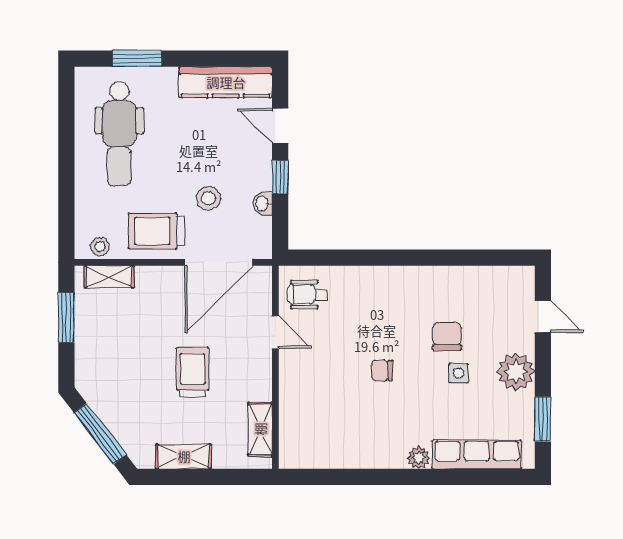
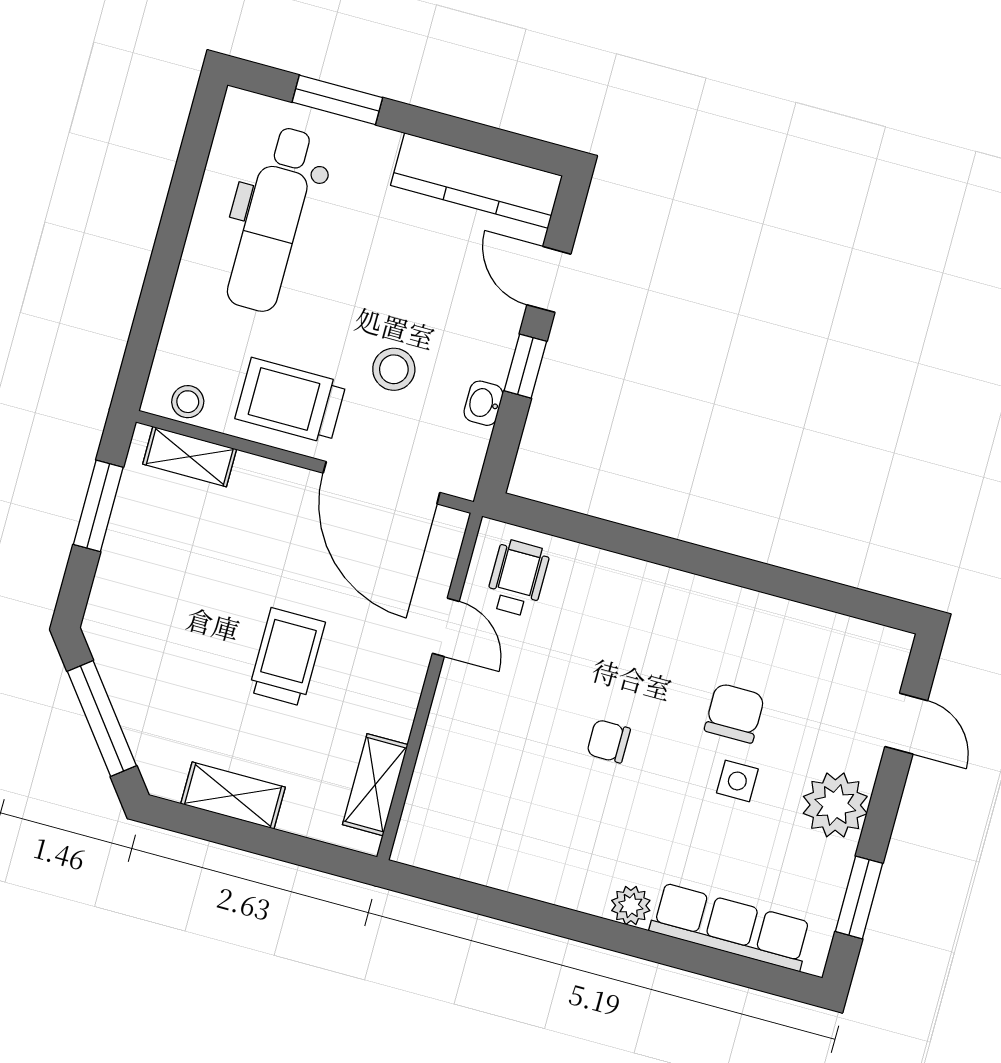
door: (219, 262) -> (382, 483), hinge flipped
wheelchair: (308, 294) -> (518, 578), turned 90

